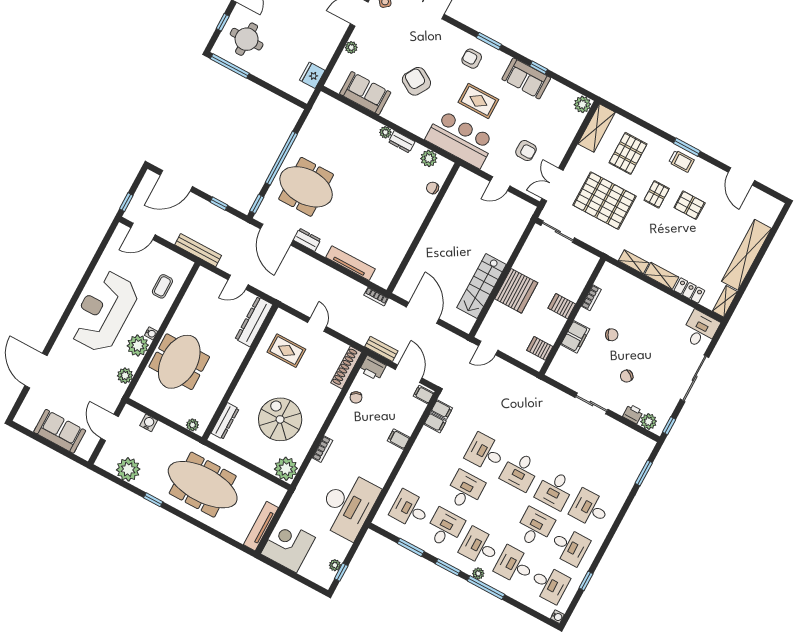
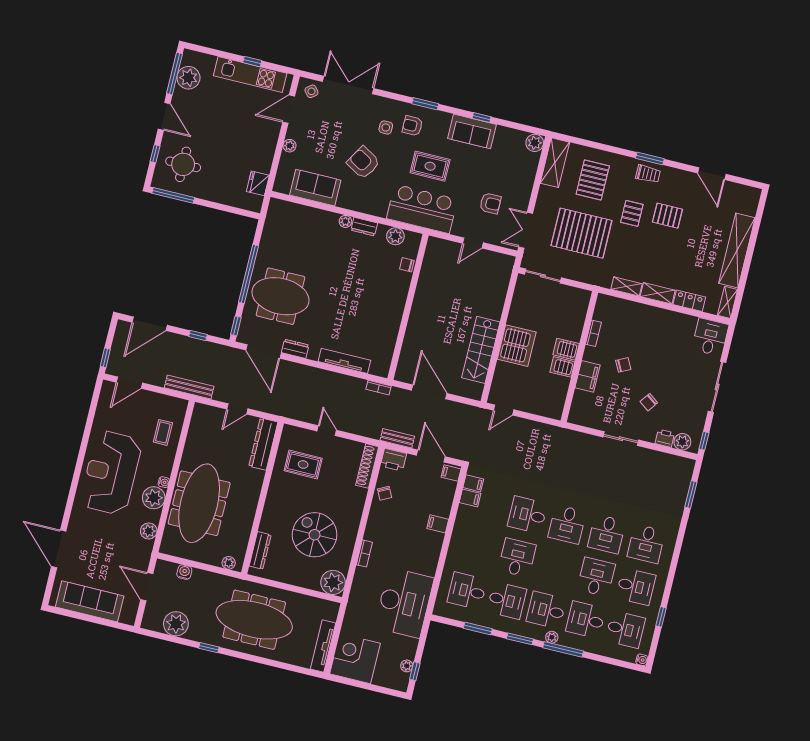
side table: (446, 54) -> (386, 127), added
server rack: (540, 348) -> (562, 367), moved
meeting table: (179, 362) -> (199, 503), width x1.36
sofa: (60, 431) -> (90, 601), width x1.36
desk: (590, 508) -> (646, 544), turned -90
desk: (445, 528) -> (507, 601), turned 90

